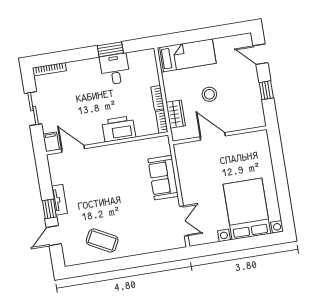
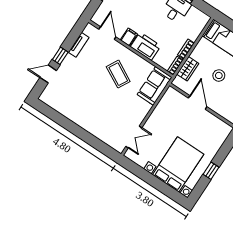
filing cabinet: (51, 142) -> (129, 37), moved
sofa: (163, 178) -> (154, 86), moved
window: (282, 187) -> (211, 171), added
tv unit: (59, 200) -> (79, 45), moved
coffee table: (102, 241) -> (118, 74), moved

